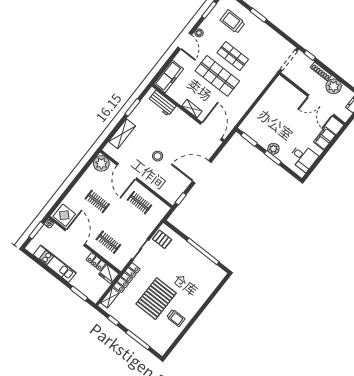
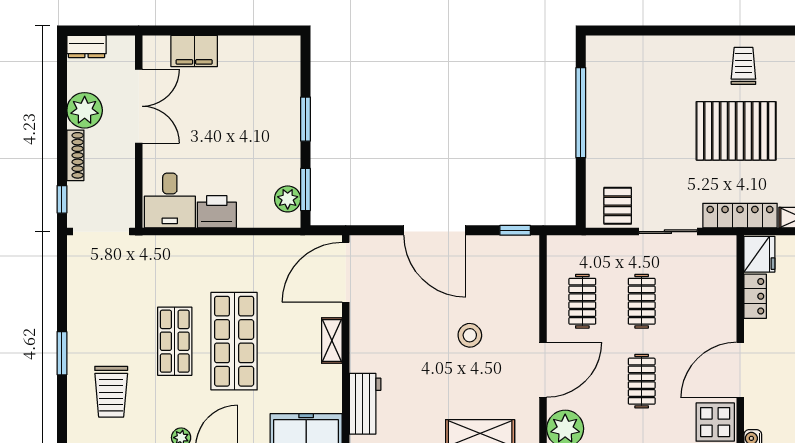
printer: (265, 104) -> (217, 212), added
plant: (273, 149) -> (288, 199), moved
desk: (303, 157) -> (170, 200), moved, turned 180
clothes rail: (108, 242) -> (642, 301), moved

